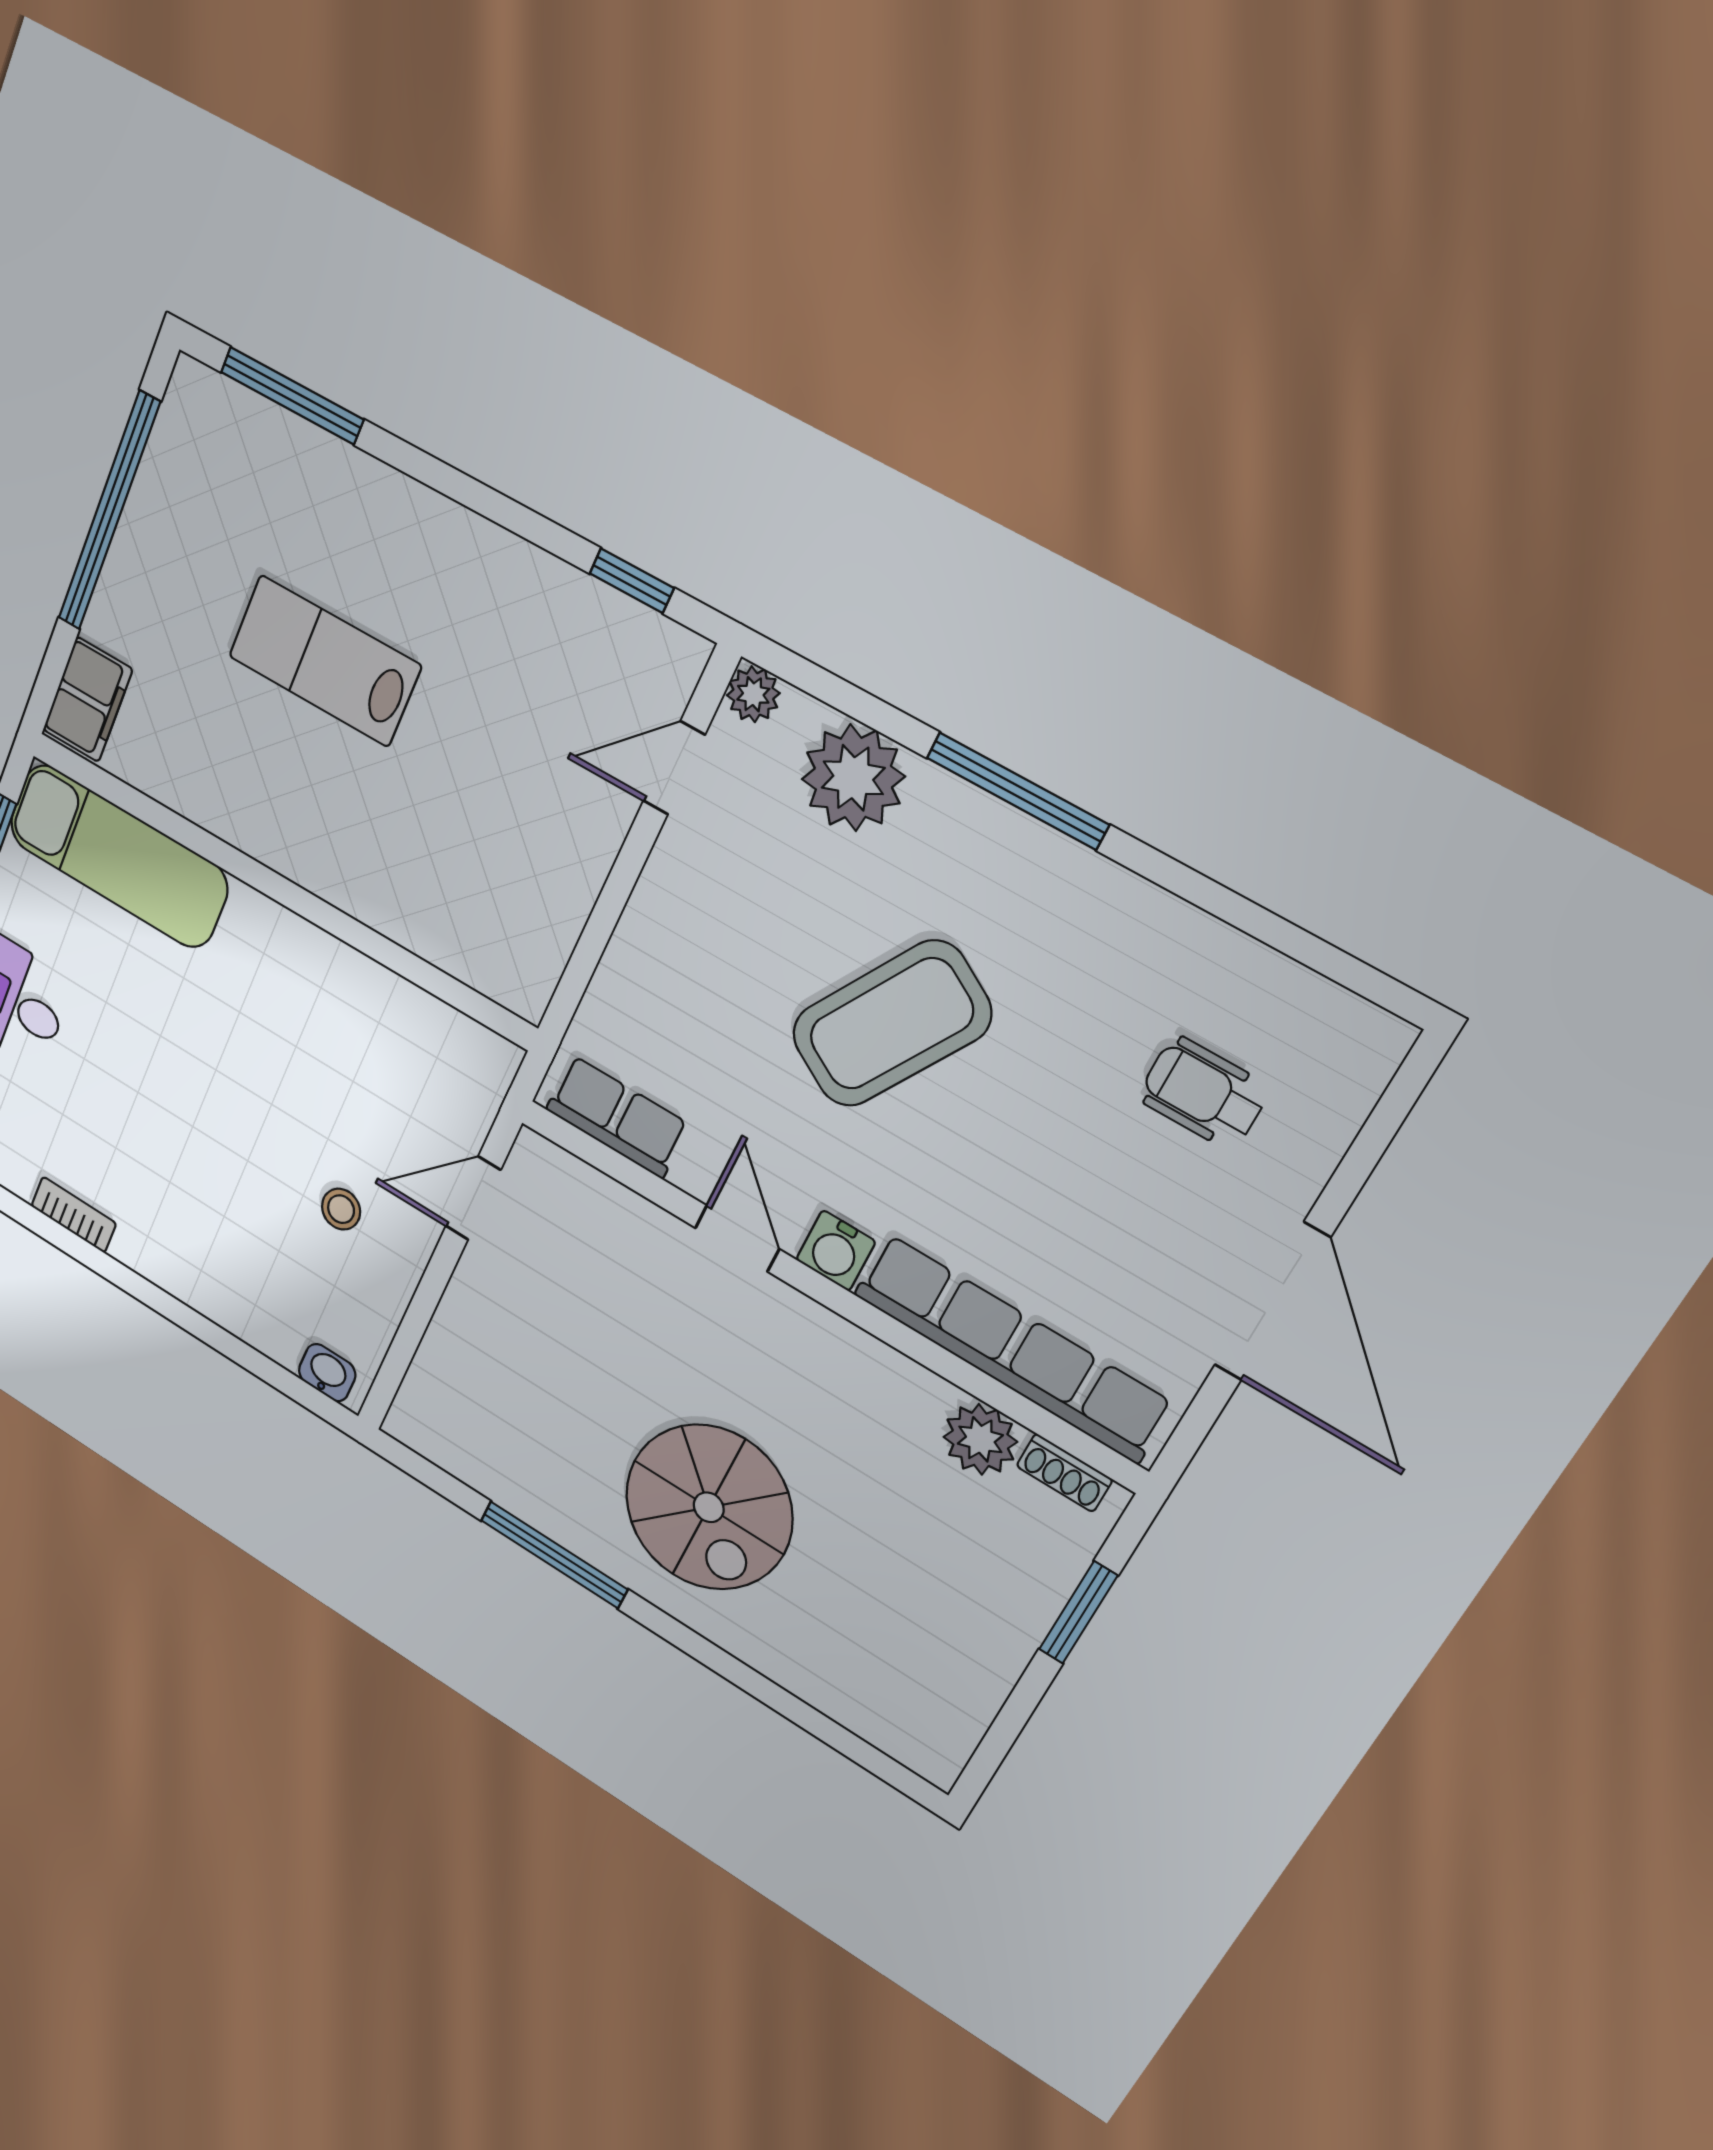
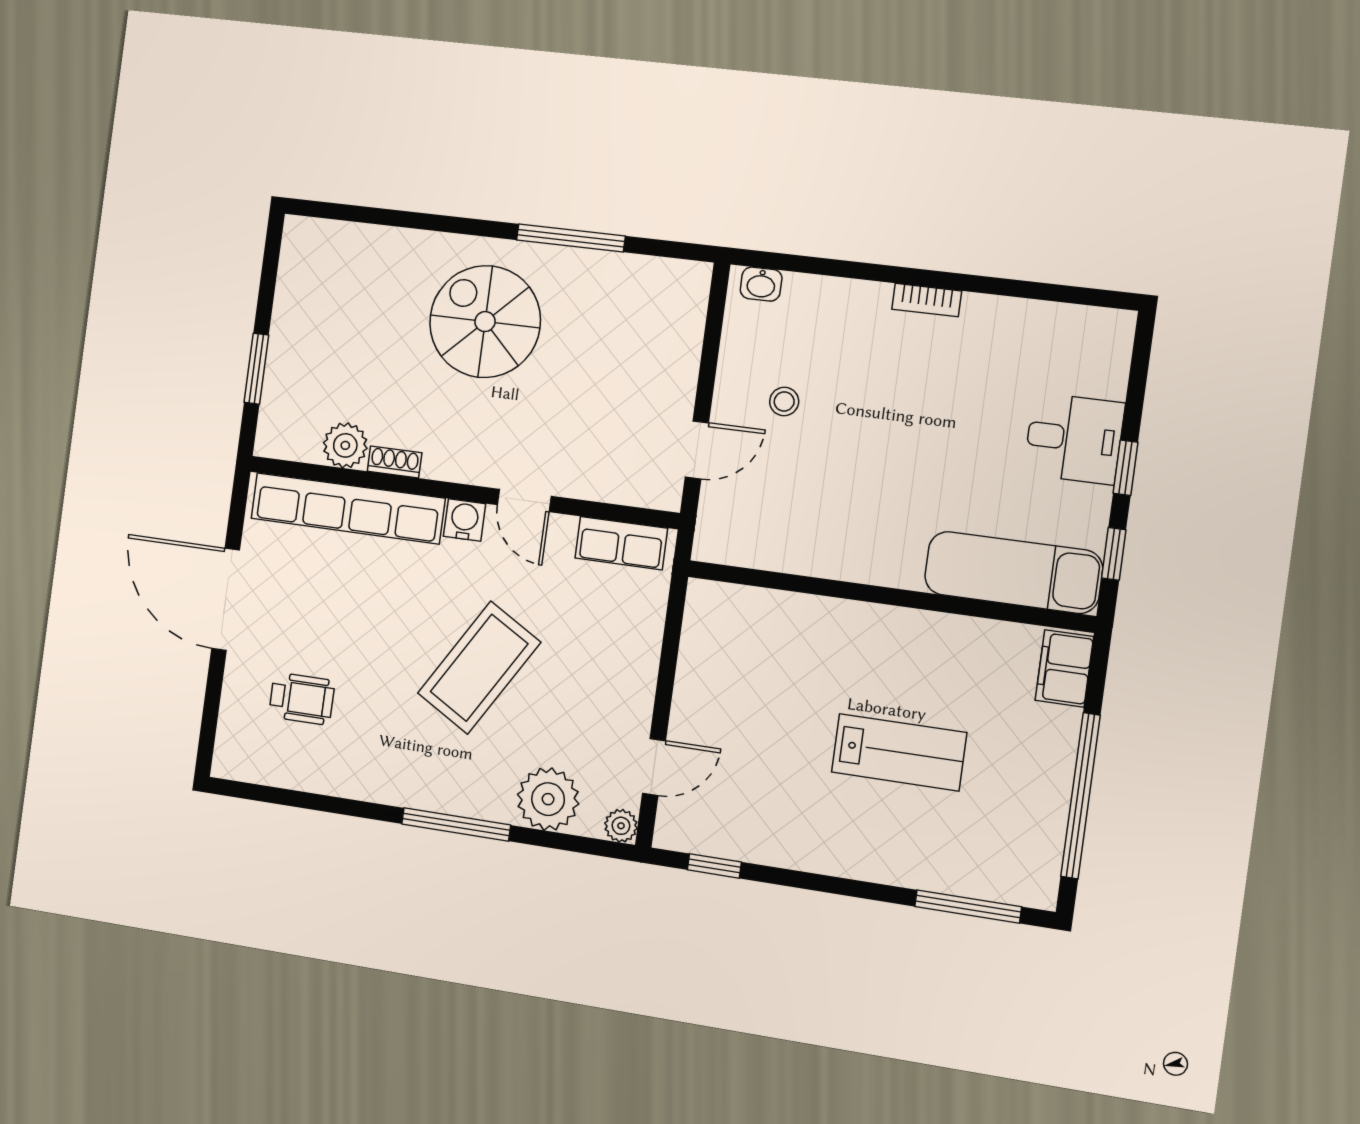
bookcase: (74, 1215) -> (927, 300), moved
shoe rack: (1064, 1473) -> (395, 462), moved

